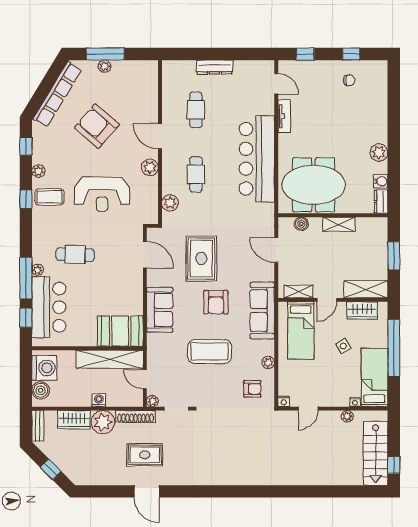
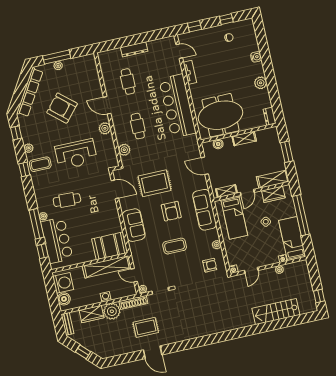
water cooler: (381, 181) -> (256, 57), moved
rug: (201, 258) -> (154, 183), turned 90
coffee table: (210, 351) -> (175, 246), width x0.73, depth x0.76
stairs: (376, 453) -> (276, 312), moved, turned 90

